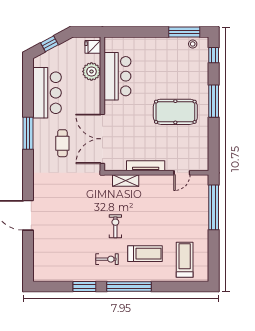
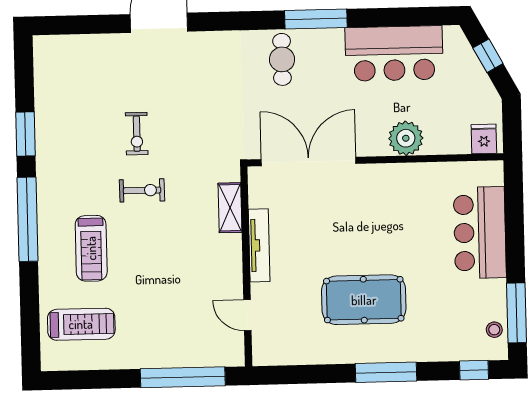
plant: (91, 71) -> (406, 138), moved
bar counter: (118, 76) -> (480, 233), moved, turned 90
pool table: (175, 112) -> (364, 300), turned 90
cafe table: (62, 143) -> (282, 59), moved, turned 90
exercise bike: (107, 259) -> (137, 134), moved

